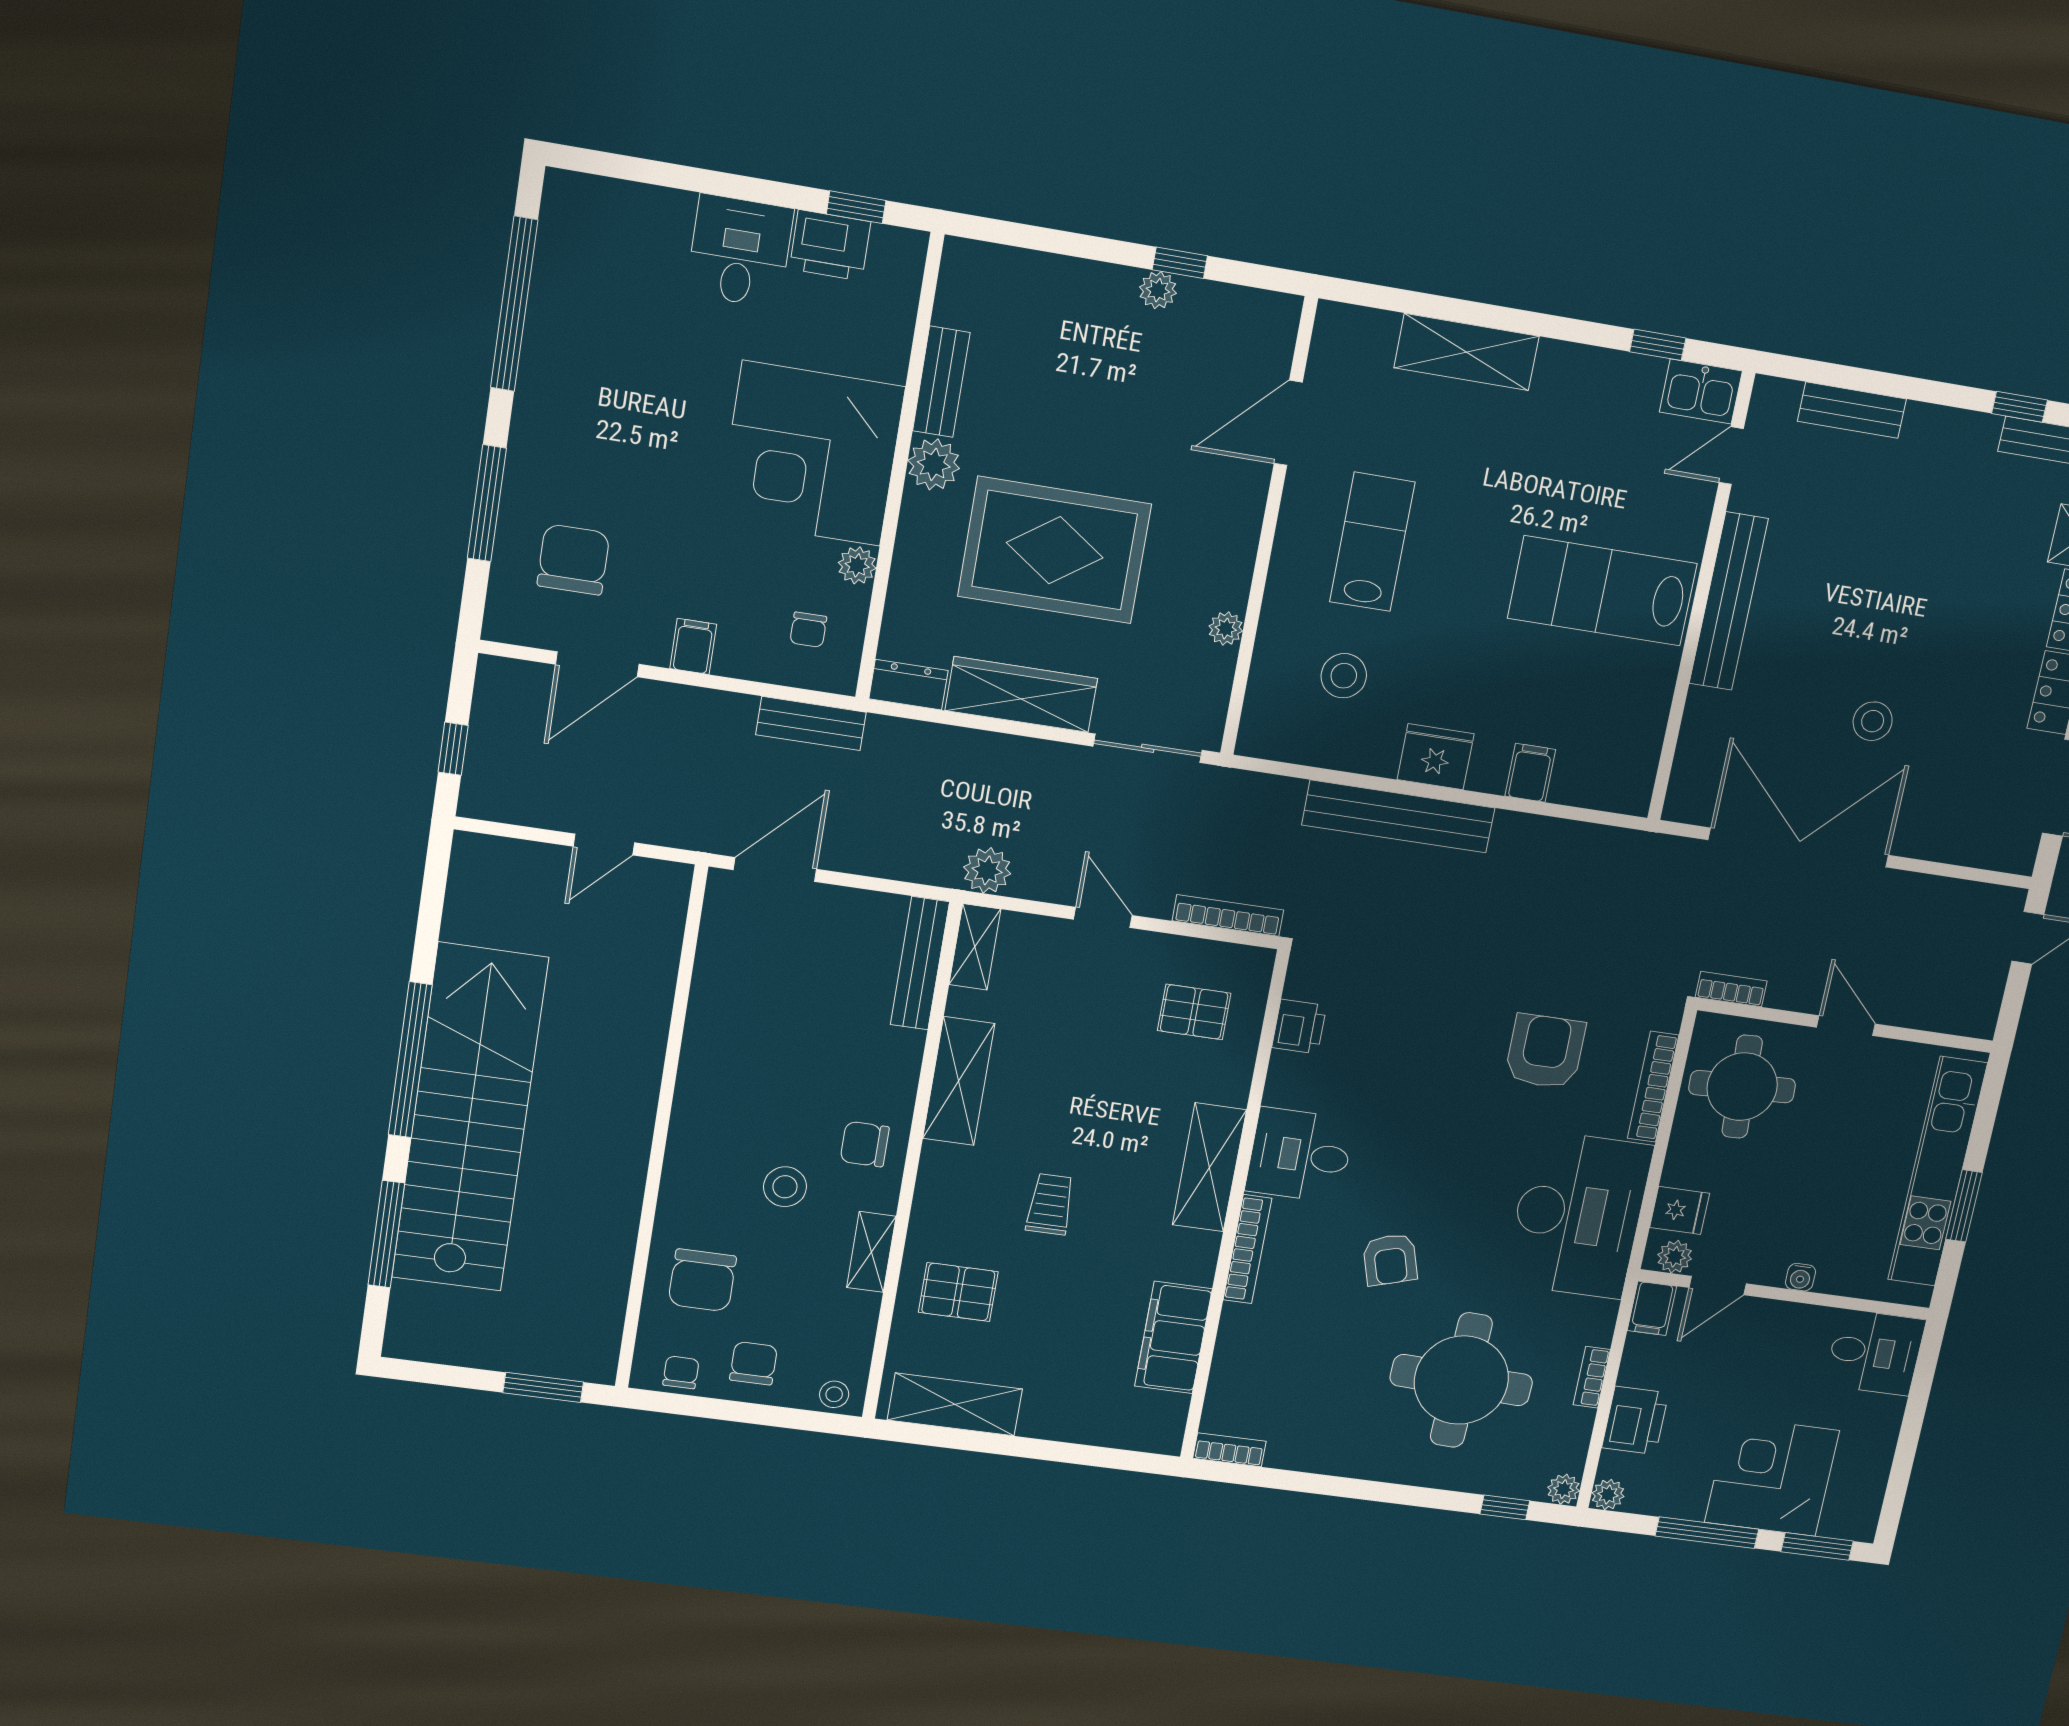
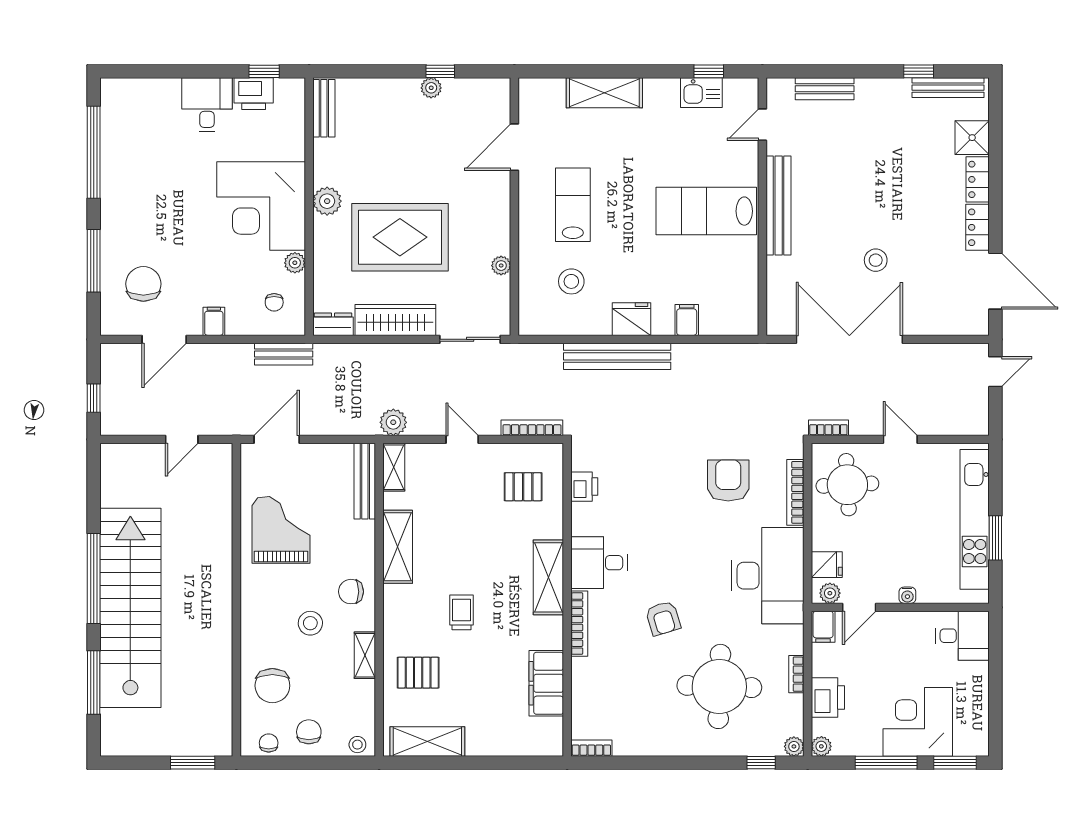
bench: (941, 382) -> (324, 108), moved
kitchen sink: (1701, 391) -> (701, 93), moved
grand piano: (758, 1024) -> (281, 530), added

